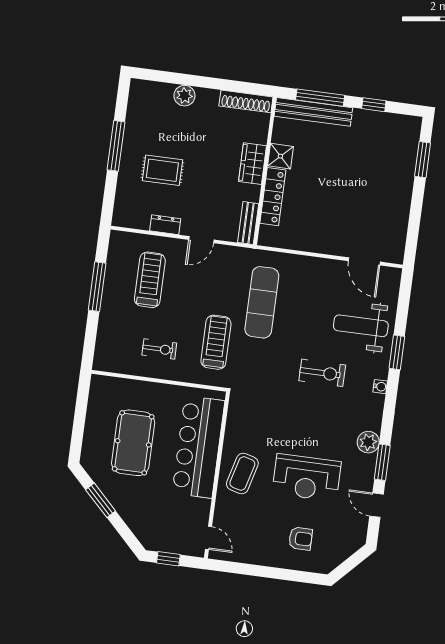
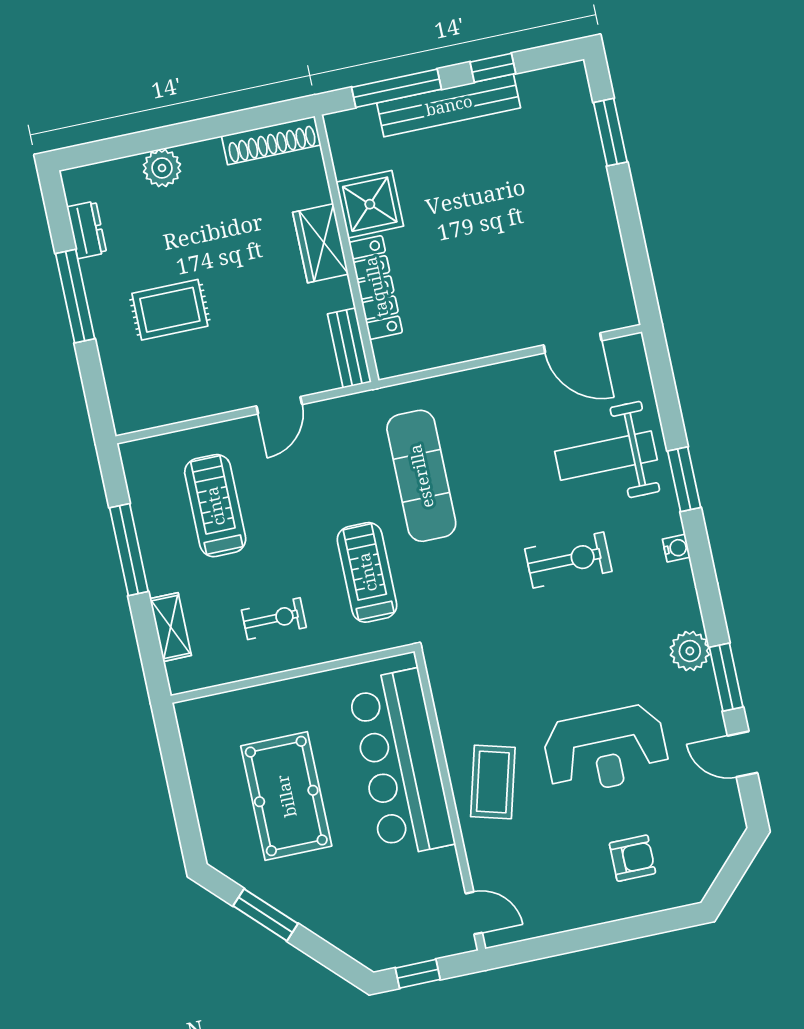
bench: (313, 112) -> (449, 105), moved
shower: (280, 156) -> (370, 204), width x1.36, depth x1.36
dresser: (165, 225) -> (87, 230), moved, turned 90
shelving: (104, 334) -> (171, 627), added

